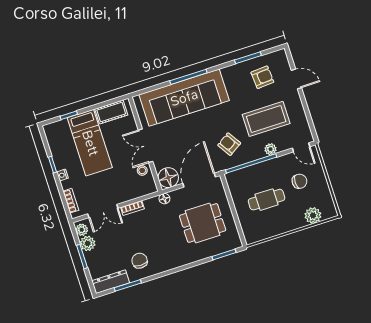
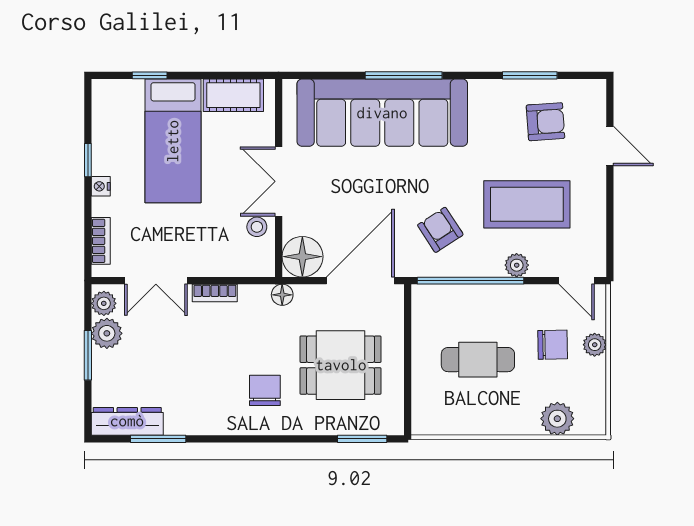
plant: (319, 175) -> (595, 345), added
chair: (140, 261) -> (265, 390), moved

